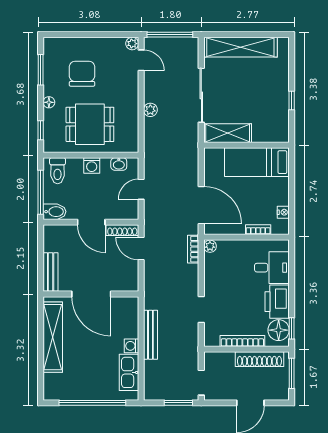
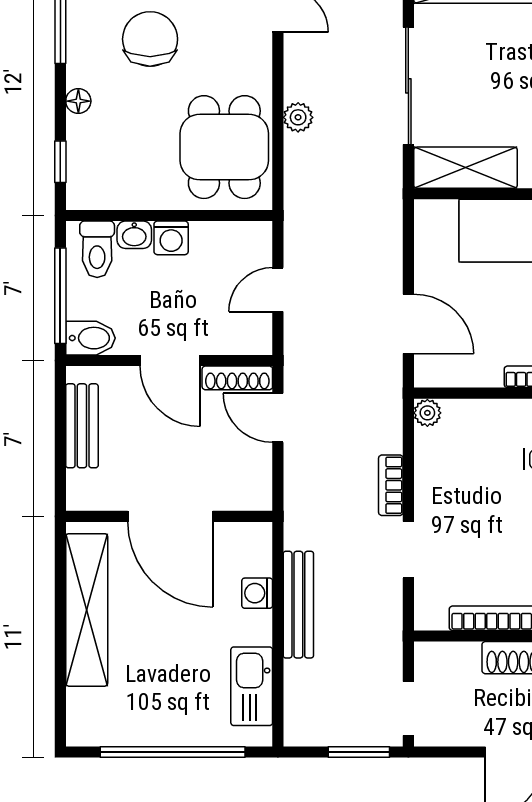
dining table: (90, 124) -> (224, 147), moved, turned 90
washbasin: (119, 164) -> (134, 235), moved
door: (201, 205) -> (408, 324), width x0.73
bookcase: (193, 249) -> (391, 485), moved
bench: (51, 272) -> (82, 426), moved
washing machine: (131, 346) -> (257, 593), moved

